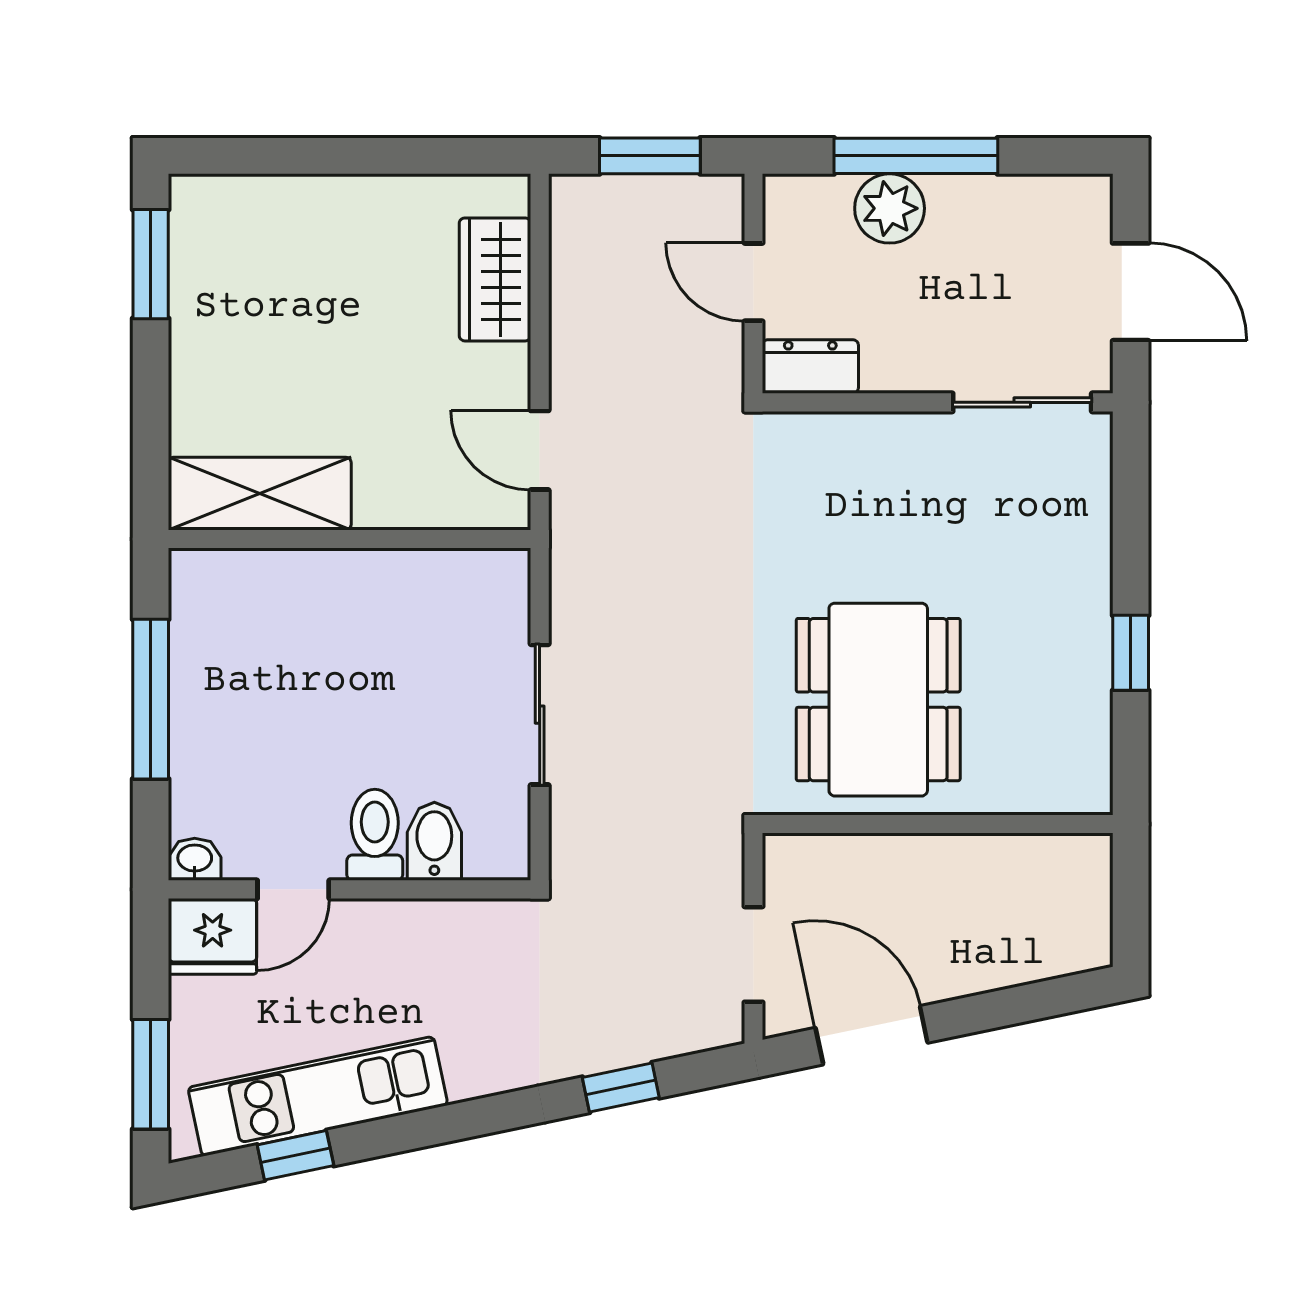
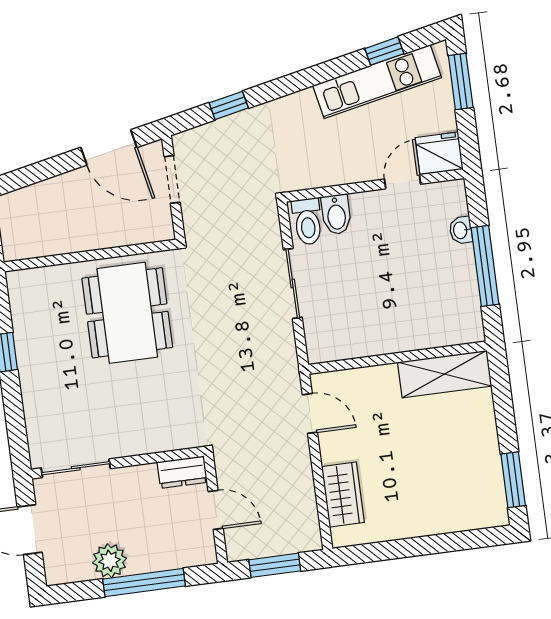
plant: (890, 208) -> (110, 561), moved
toilet: (375, 835) -> (307, 221), moved
washbasin: (195, 859) -> (461, 230), moved, turned 90

